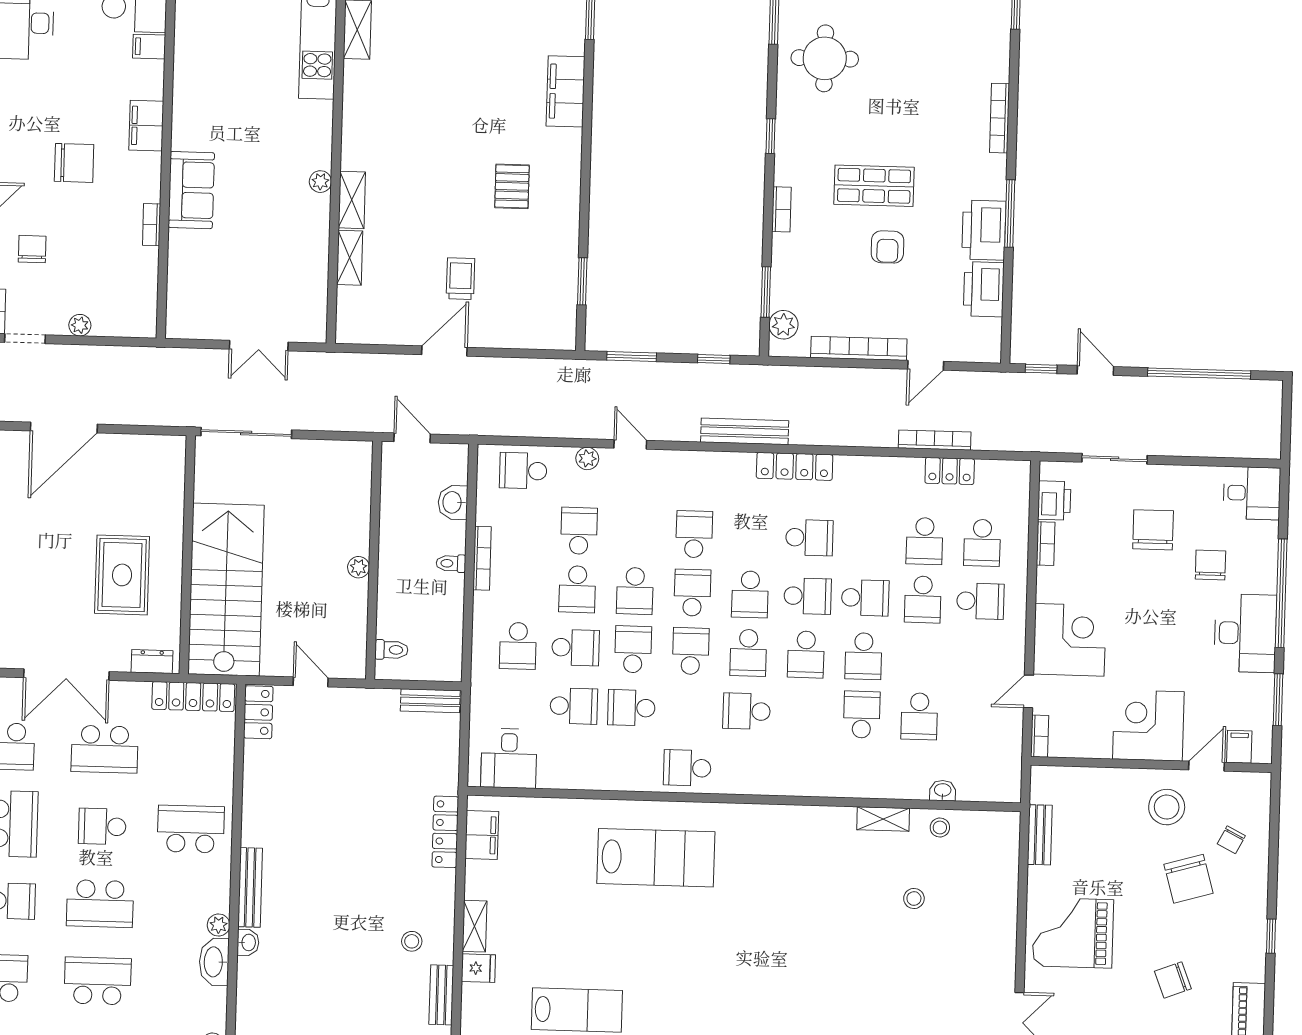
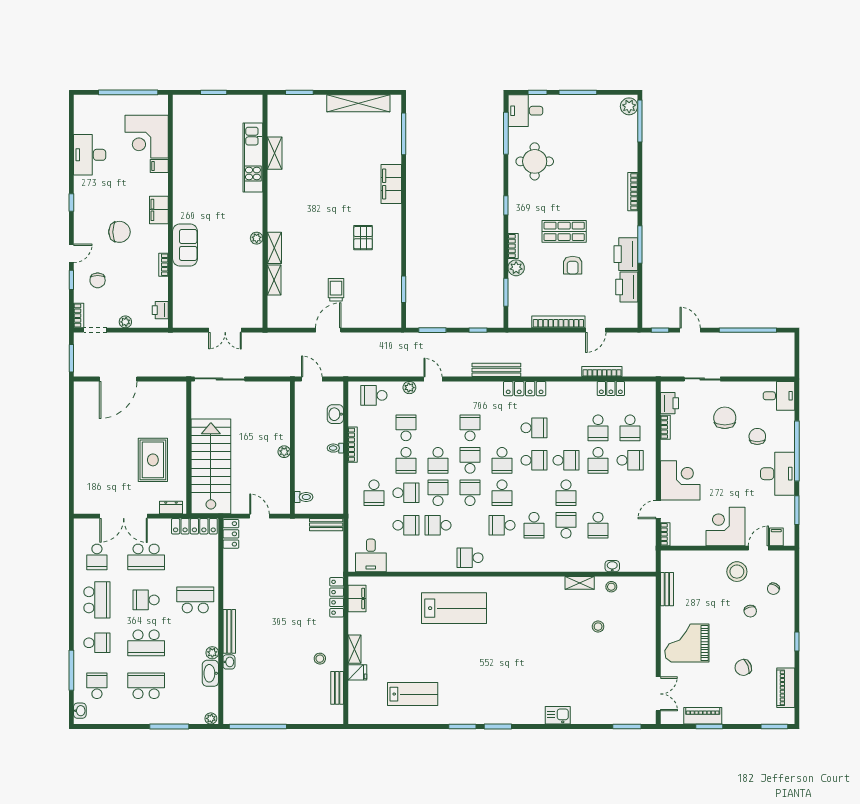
chair: (32, 249) -> (98, 280), turned 180
printer: (143, 306) -> (160, 310), added
plant: (783, 325) -> (516, 268), moved
school desk: (806, 654) -> (534, 525), moved
chair: (1188, 879) -> (750, 611), width x0.54, depth x0.54

